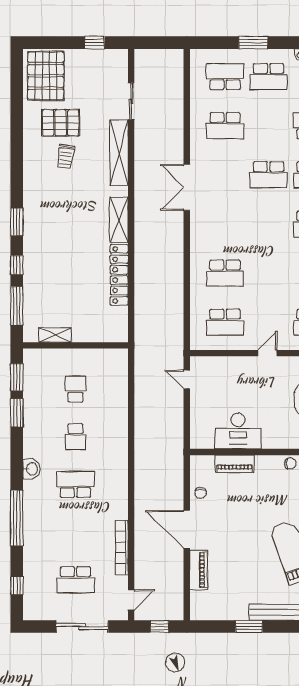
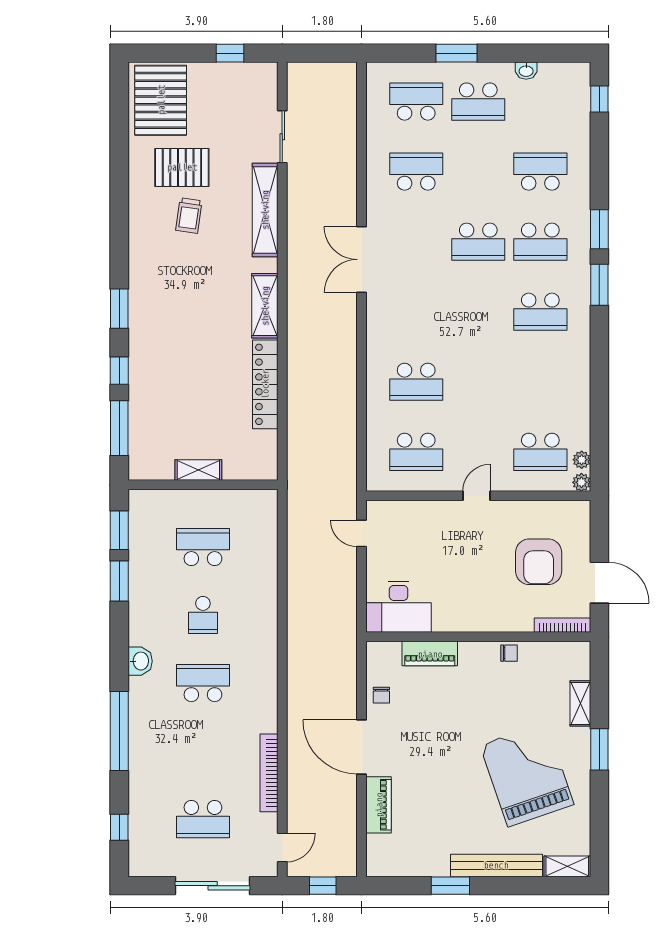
school desk: (225, 126) -> (416, 172), turned 180
shelving: (55, 335) -> (198, 470), moved
school desk: (75, 389) -> (203, 547), width x1.85
desk: (238, 431) -> (399, 607), moved

